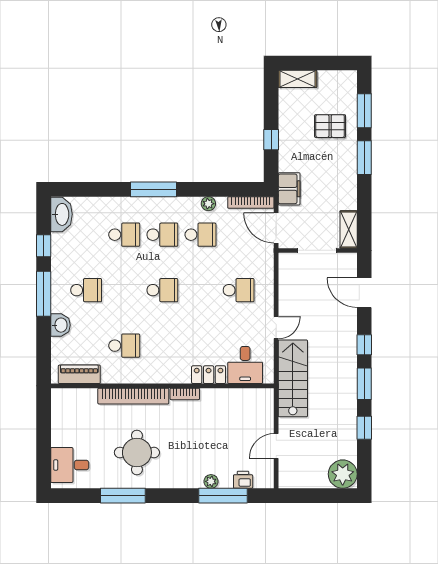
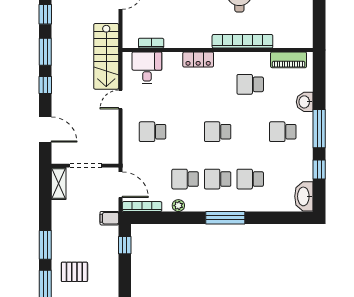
window: (271, 140) -> (125, 245), moved
filing cabinet: (289, 189) -> (109, 218), width x0.50
locker: (209, 375) -> (198, 60), moved
bookcase: (185, 394) -> (151, 43), moved

